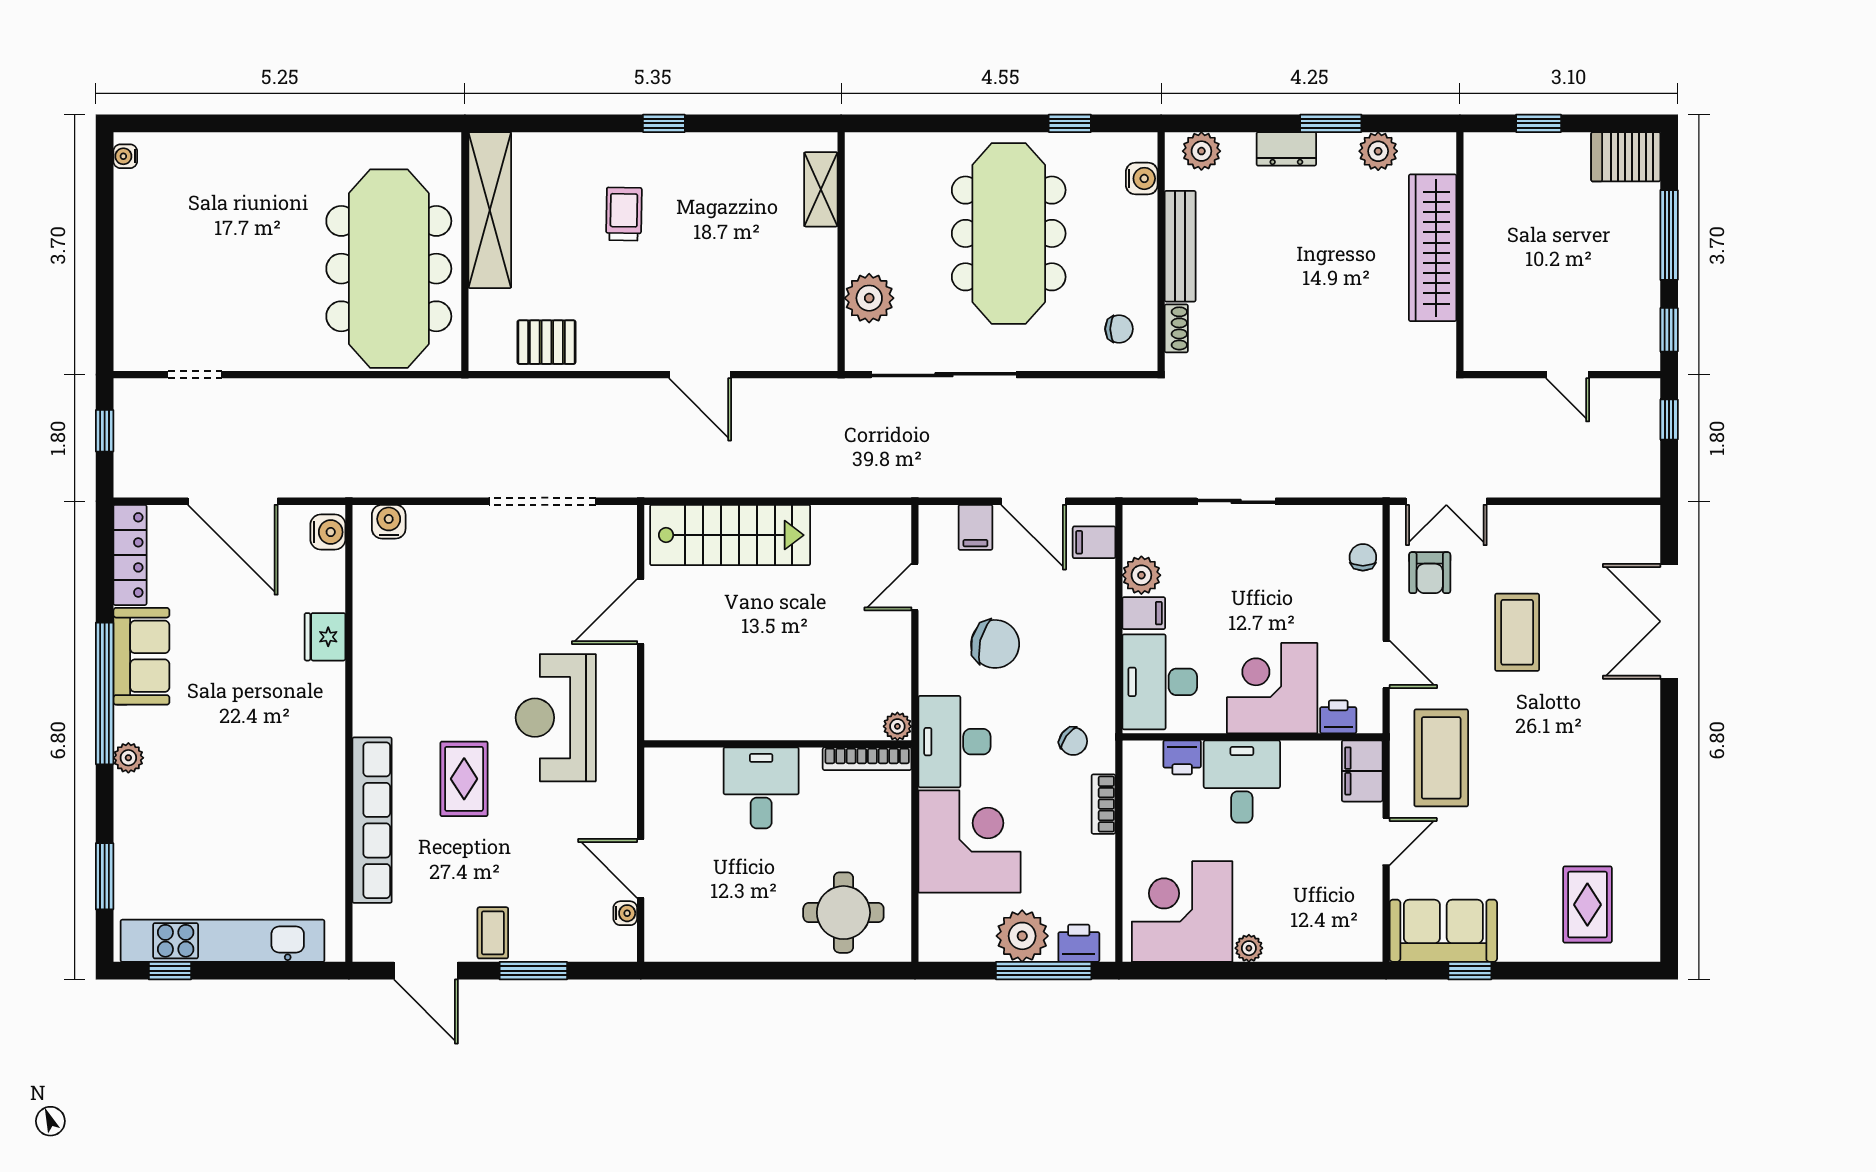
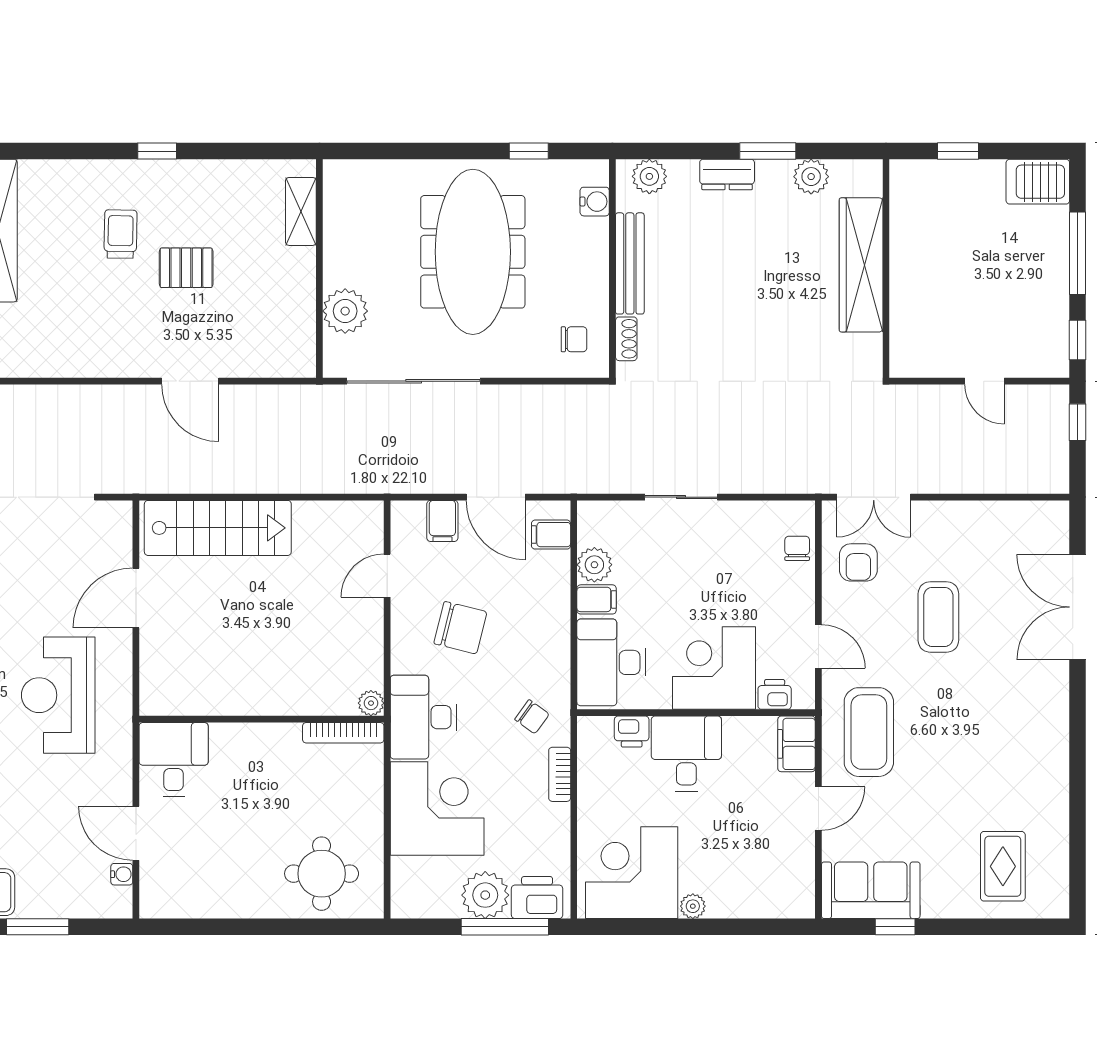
pallet: (546, 342) -> (186, 268), moved
desk: (761, 788) -> (174, 759), moved
printer: (1079, 943) -> (537, 898), width x1.36, depth x1.24

